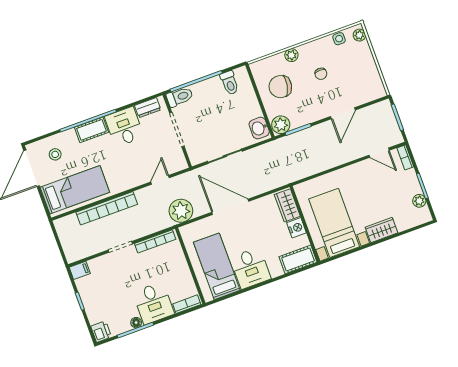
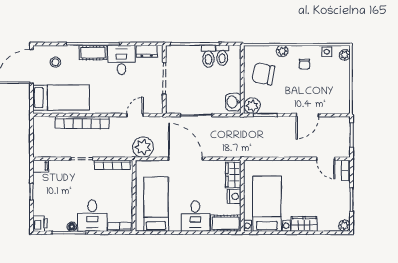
chair: (321, 74) -> (304, 64), moved
toilet: (180, 97) -> (208, 56), moved, turned 90
plant: (419, 201) -> (344, 226), moved
desk: (250, 268) -> (195, 216), moved

